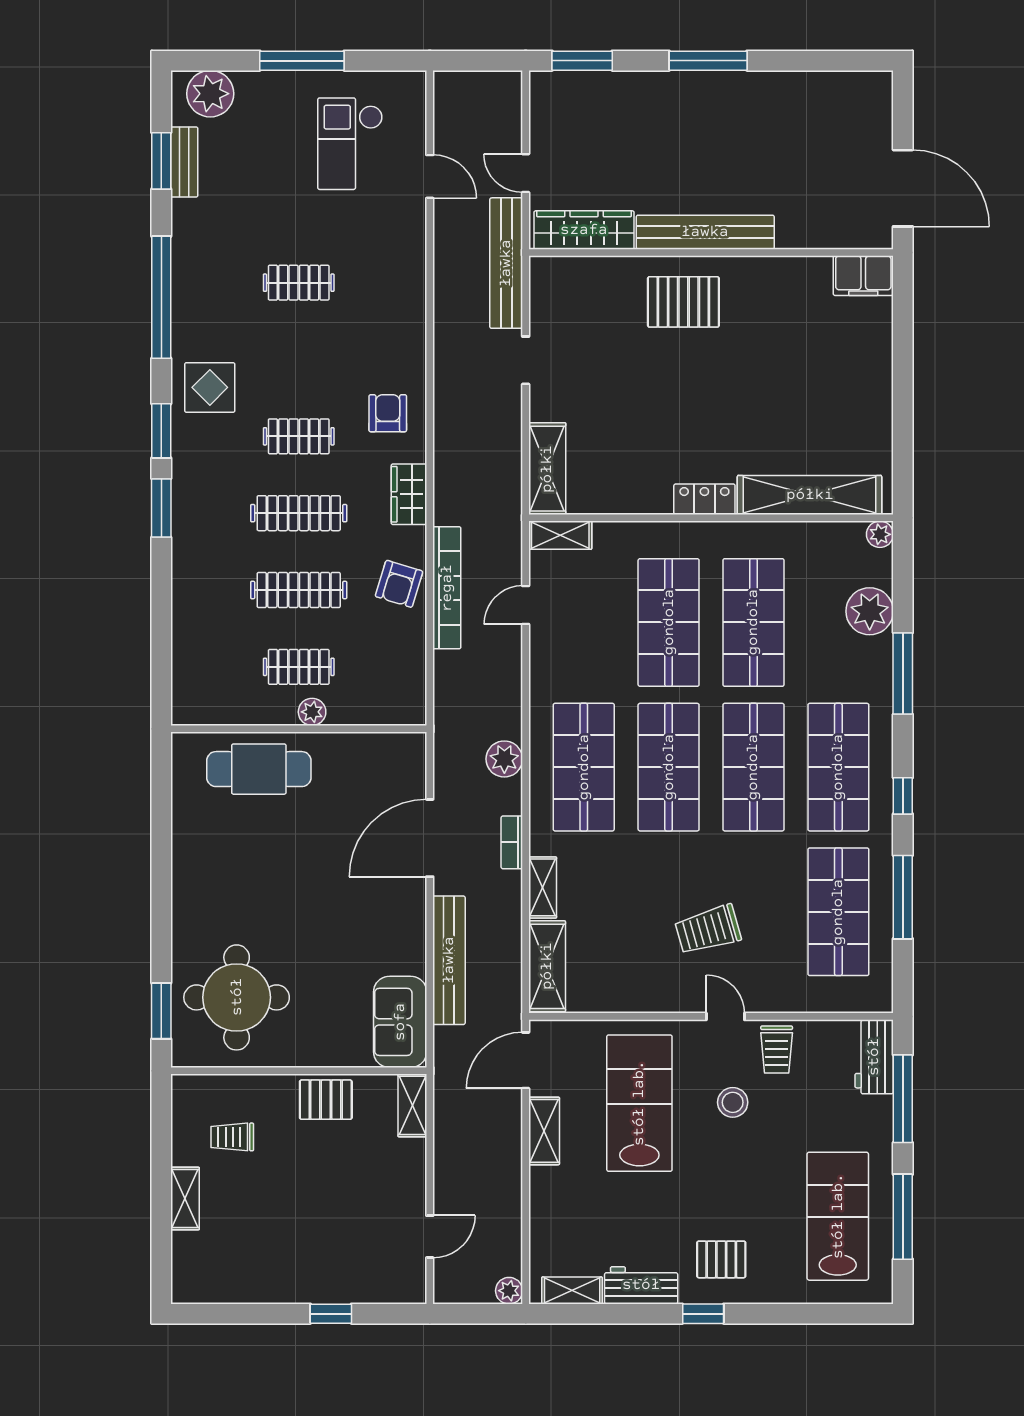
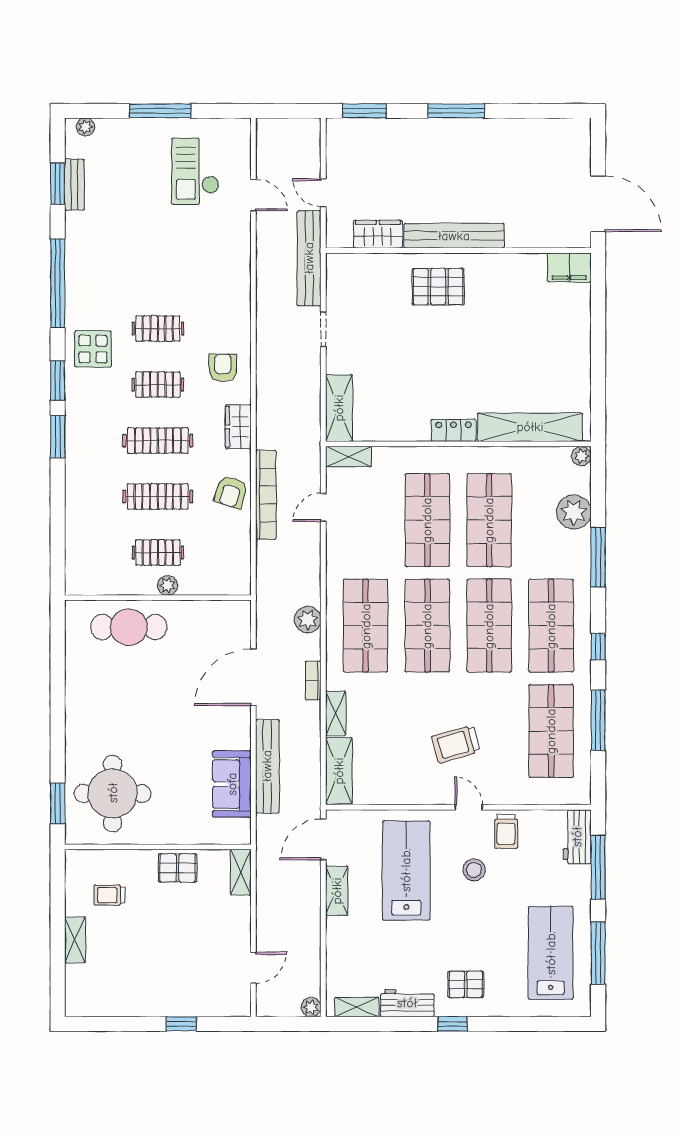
plant: (210, 94) -> (85, 127), width x0.53, depth x0.53
wardrobe: (584, 230) -> (378, 234), width x0.67
clothes rail: (299, 283) -> (158, 329), moved
sofa: (400, 1022) -> (232, 784), moved

